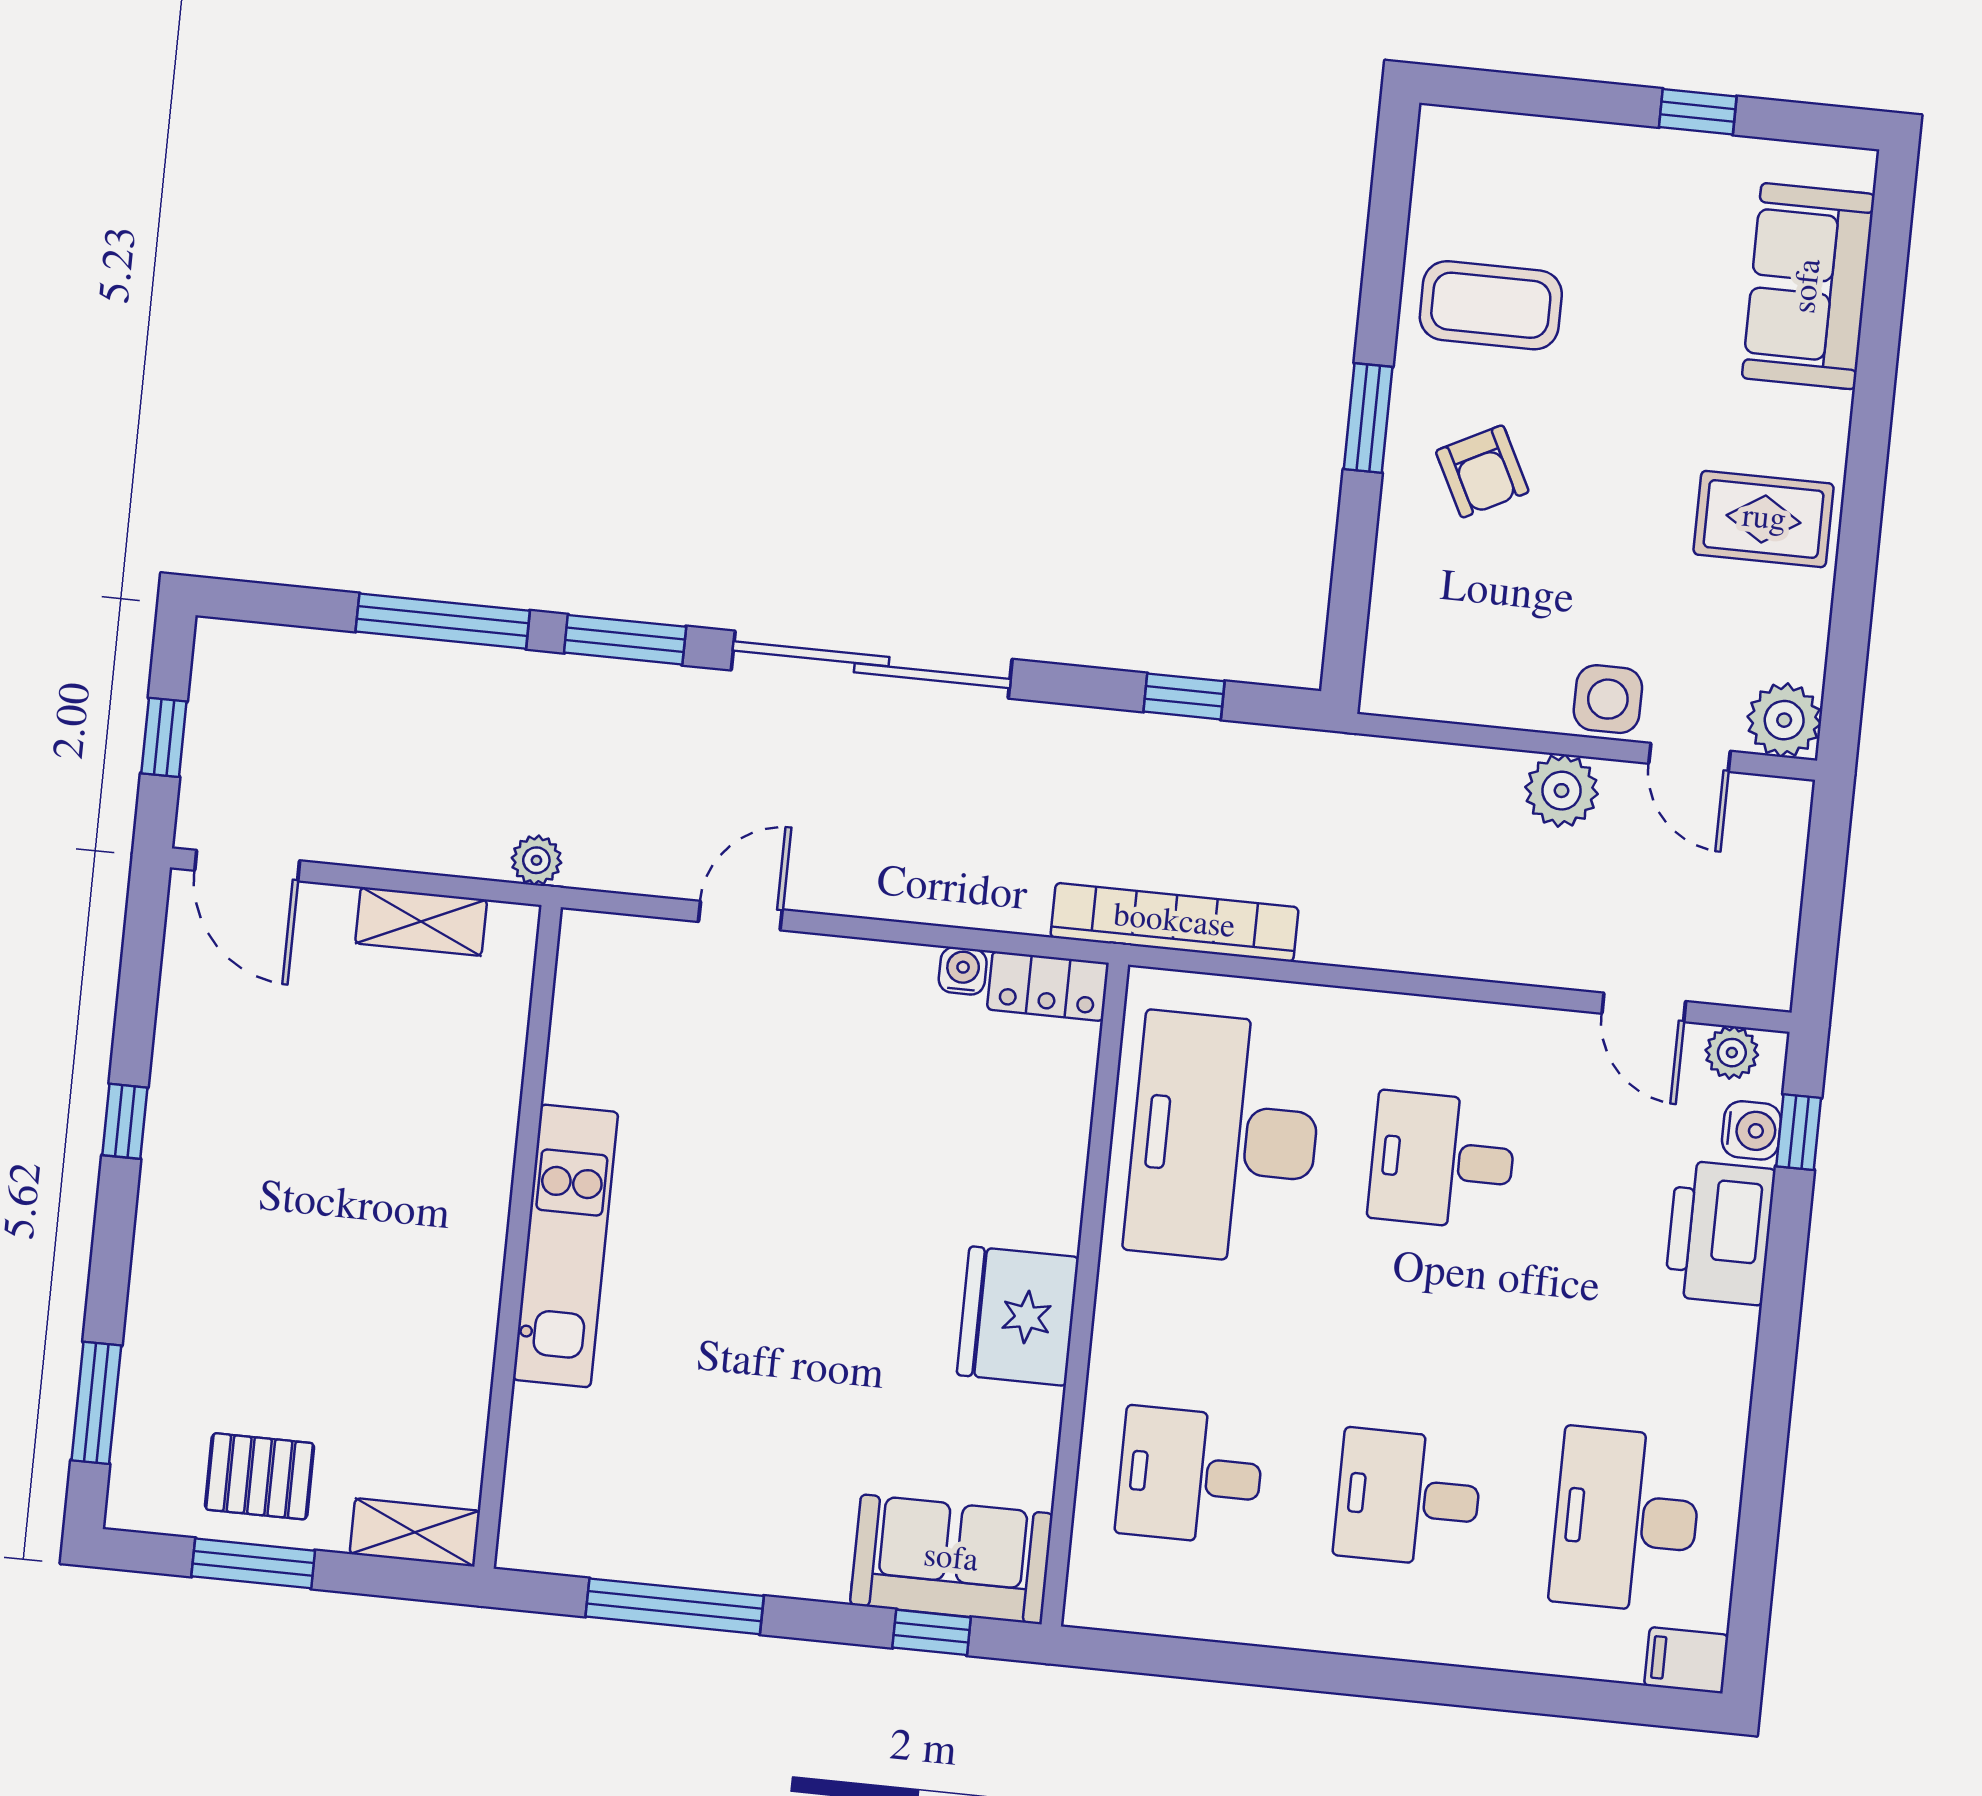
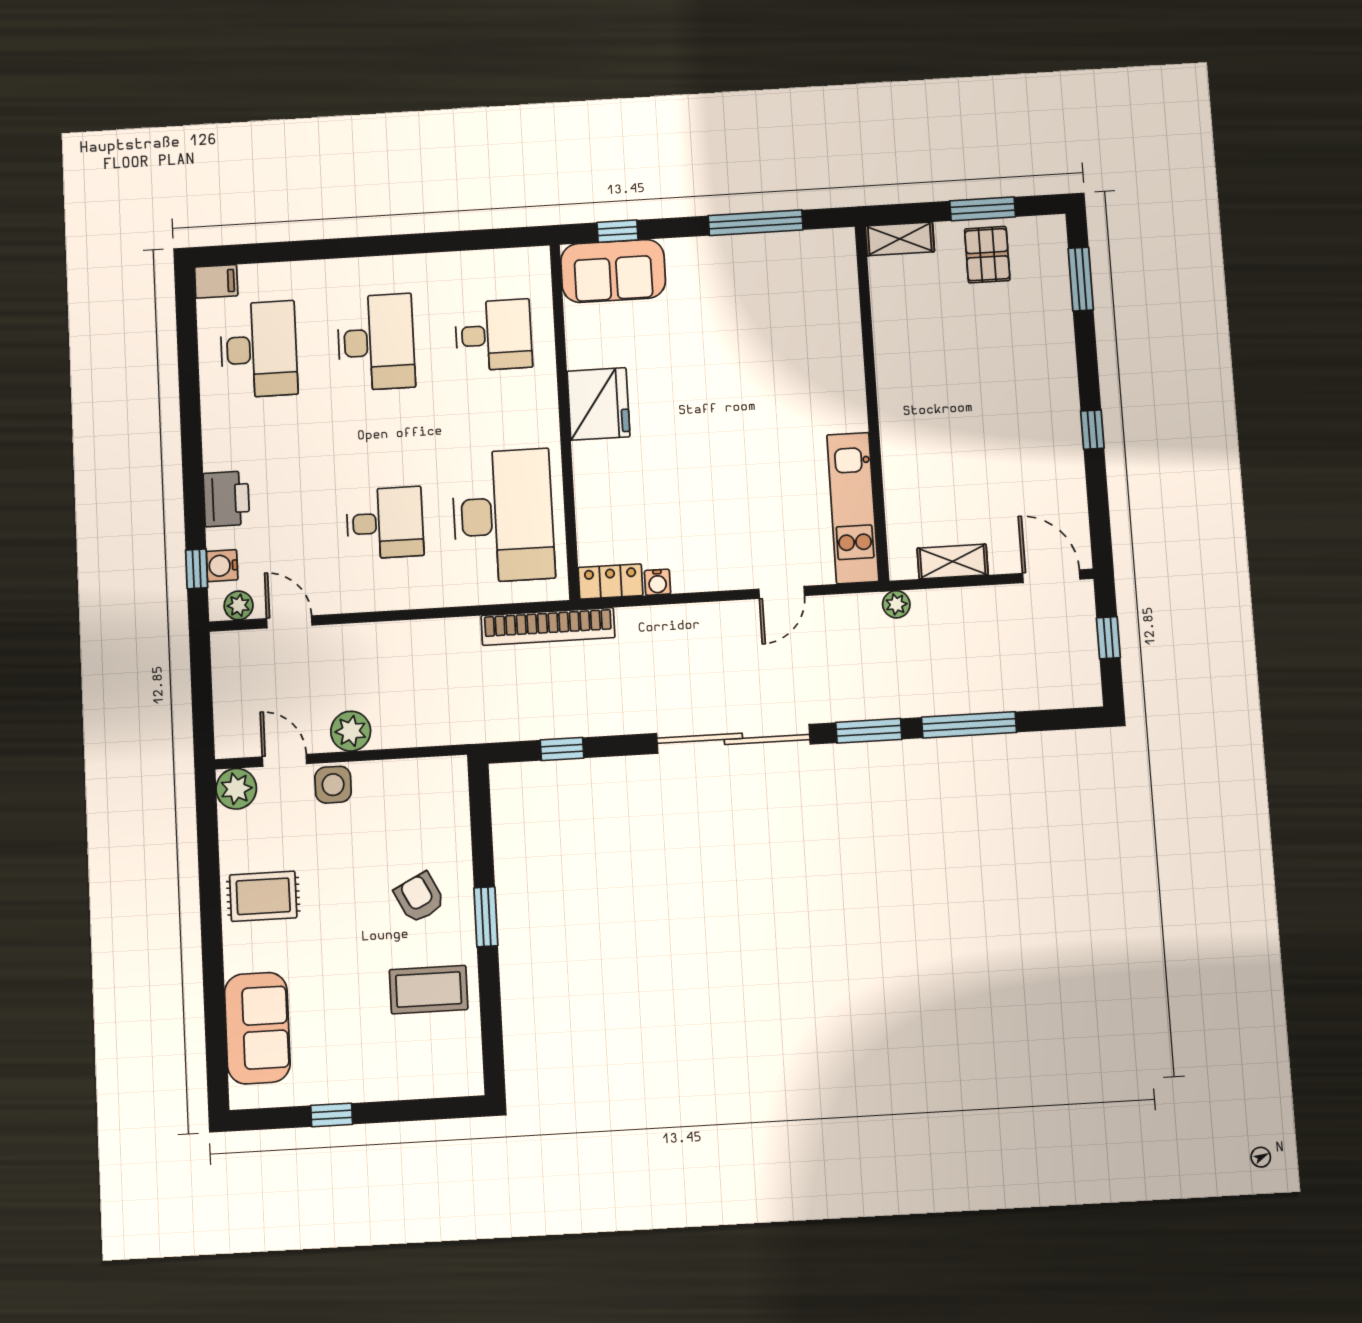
printer: (1720, 1233) -> (226, 499), width x0.73, depth x0.84
kitchen unit: (565, 1246) -> (853, 508), moved
pallet: (260, 1476) -> (987, 255), turned 90
desk: (1408, 1498) -> (376, 342), width x1.37

